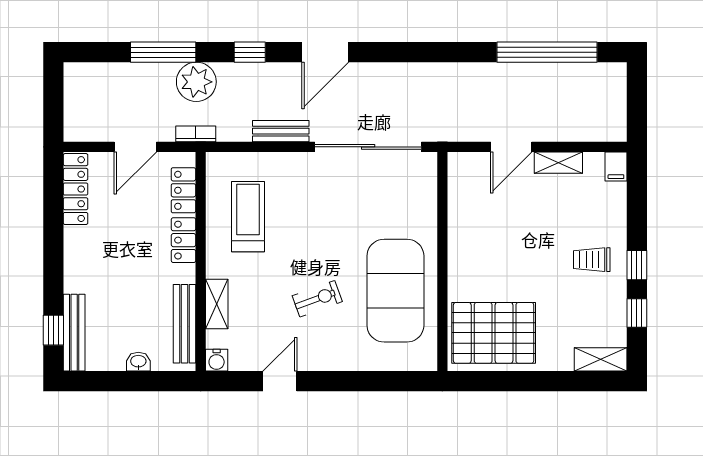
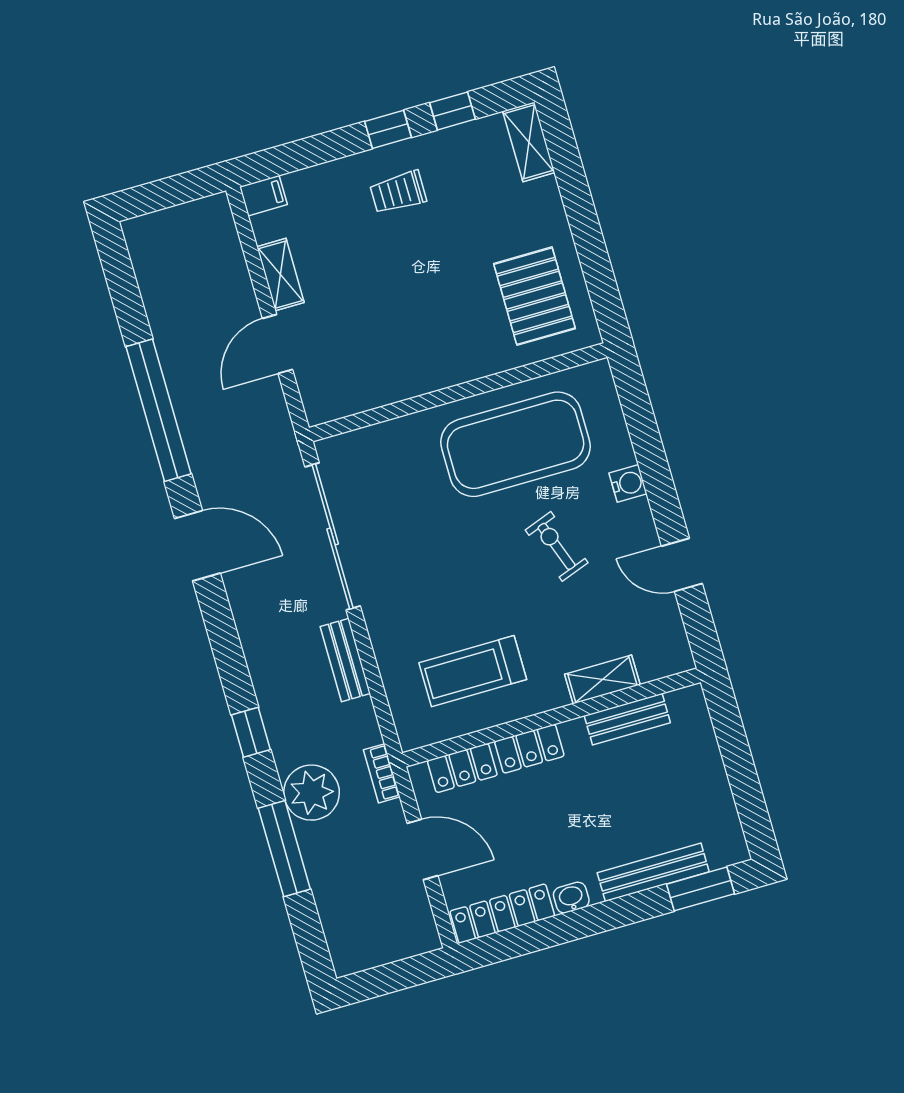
door: (325, 52) -> (197, 546), moved
window: (547, 52) -> (159, 410), moved
door: (511, 147) -> (277, 344), swing flipped
trolley: (592, 260) -> (398, 192), turned 90
bench: (185, 324) -> (627, 719), width x0.73
window: (53, 330) -> (700, 889), width x1.50
bench: (74, 333) -> (653, 872), moved
pallet: (494, 333) -> (534, 296), width x0.73, depth x0.71
water cooler: (217, 360) -> (628, 483), moved
washbasin: (138, 362) -> (571, 898), moved, turned 90

